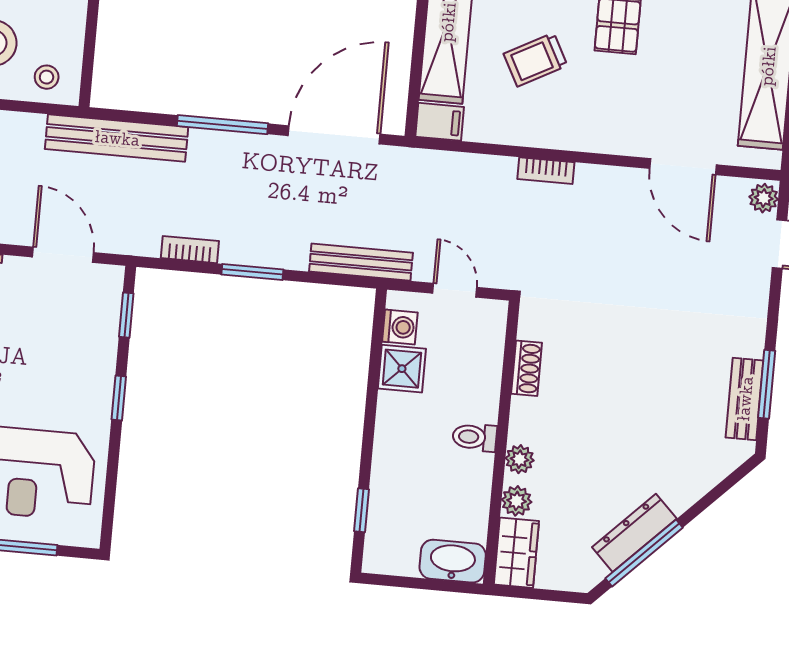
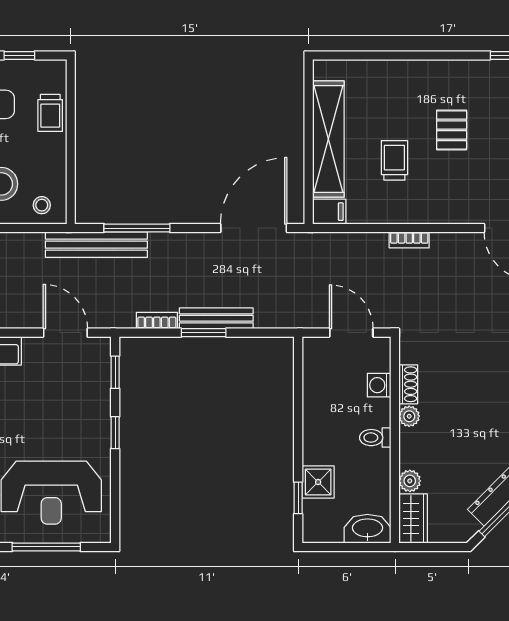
trolley: (536, 60) -> (394, 160), turned 118
window: (222, 125) -> (137, 228), moved
bench: (361, 262) -> (216, 318), moved
door: (455, 290) -> (351, 333), width x1.38
washing machine: (400, 327) -> (379, 385), moved, turned 180
shower: (402, 369) -> (318, 482), moved
plant: (520, 459) -> (409, 416), moved

